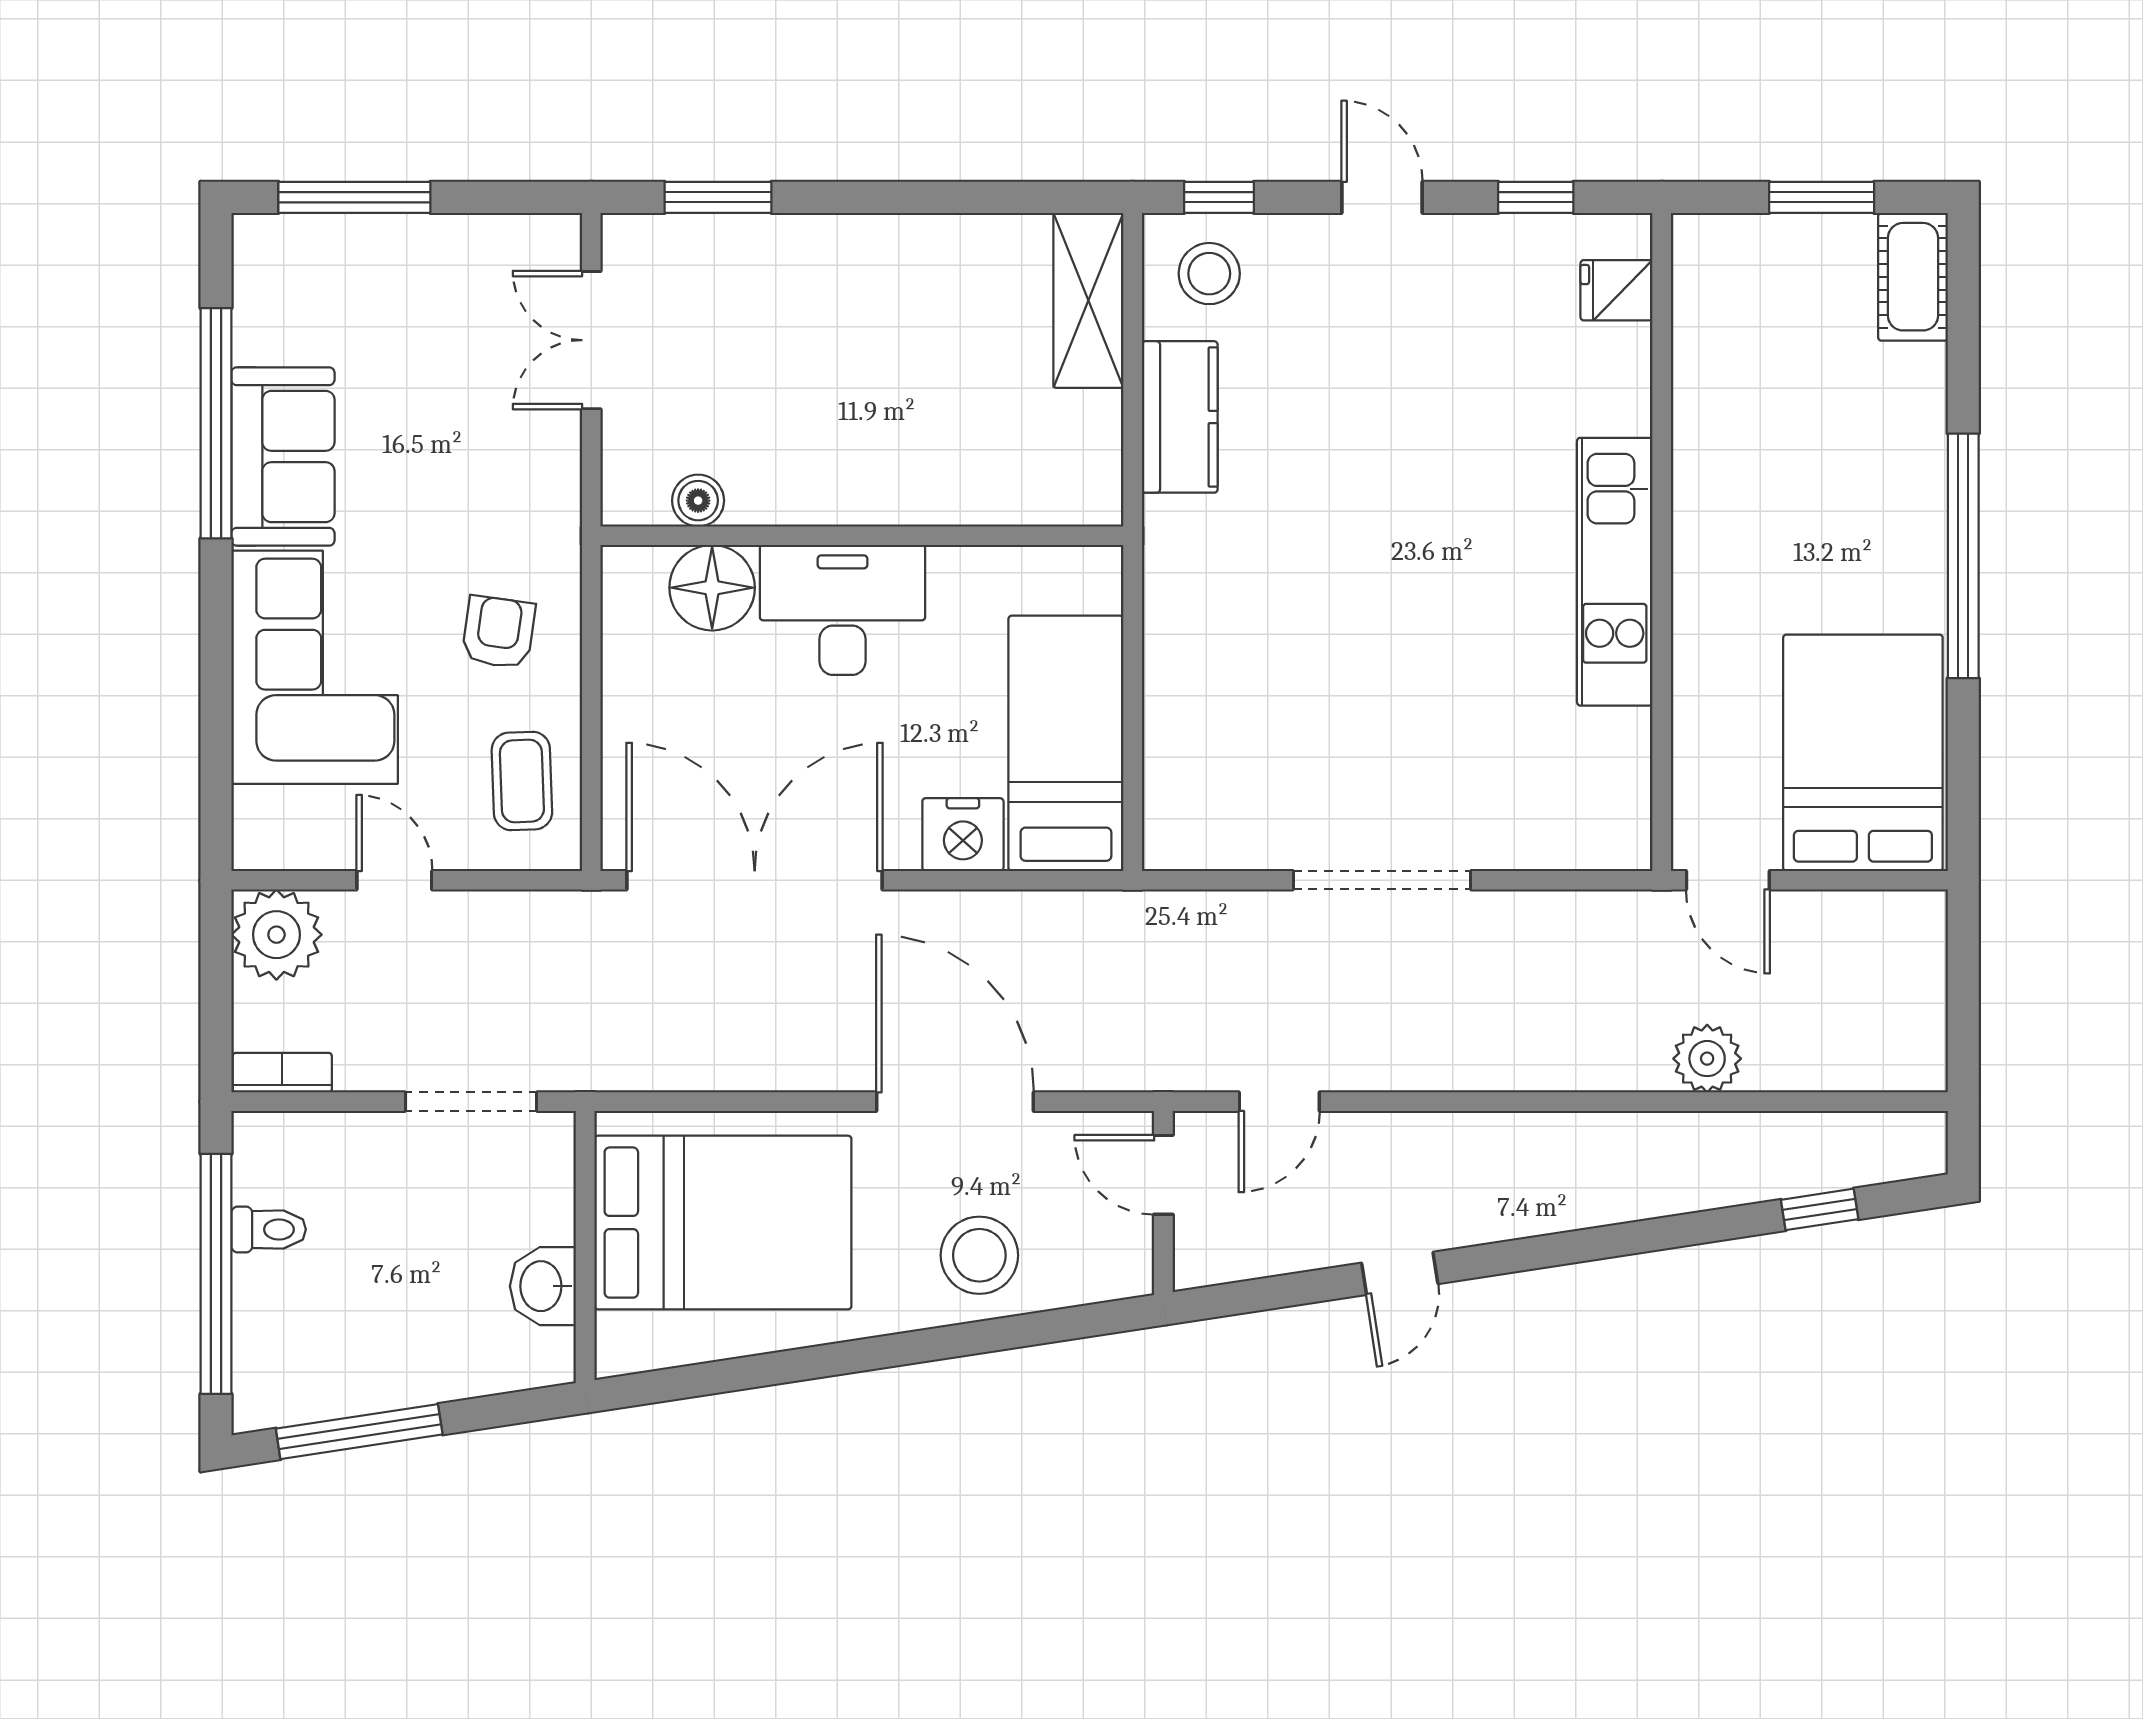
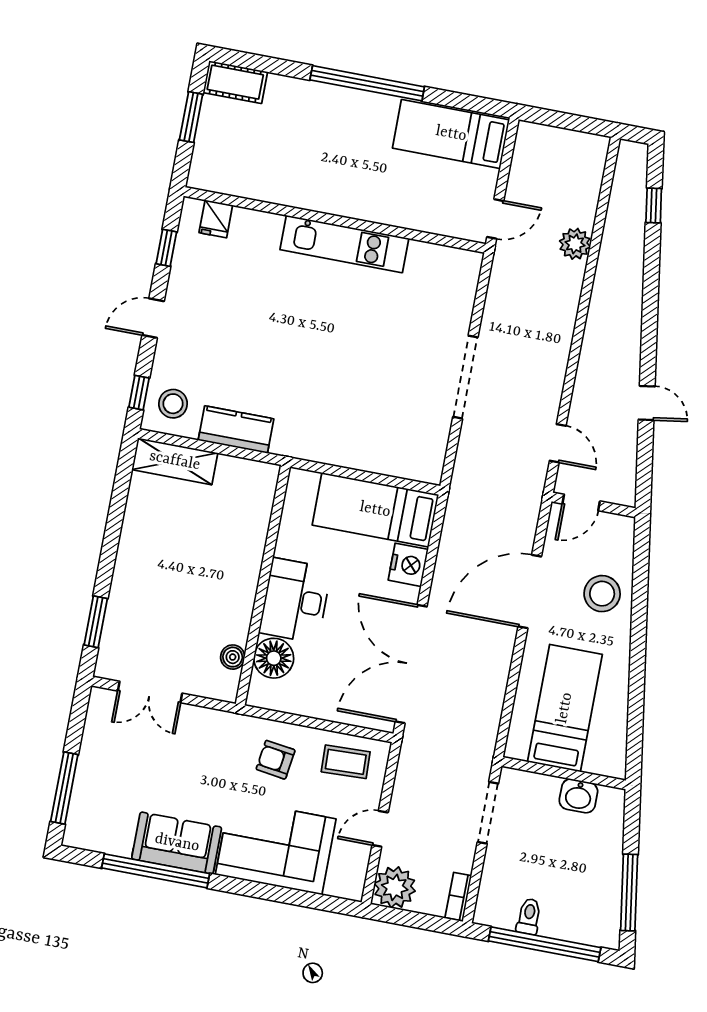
bed: (1863, 753) -> (451, 134), width x0.67
bed: (723, 1223) -> (565, 708), width x0.67

